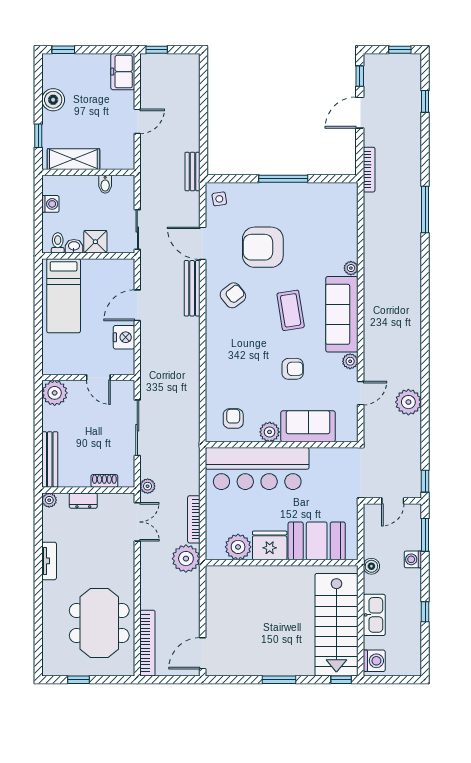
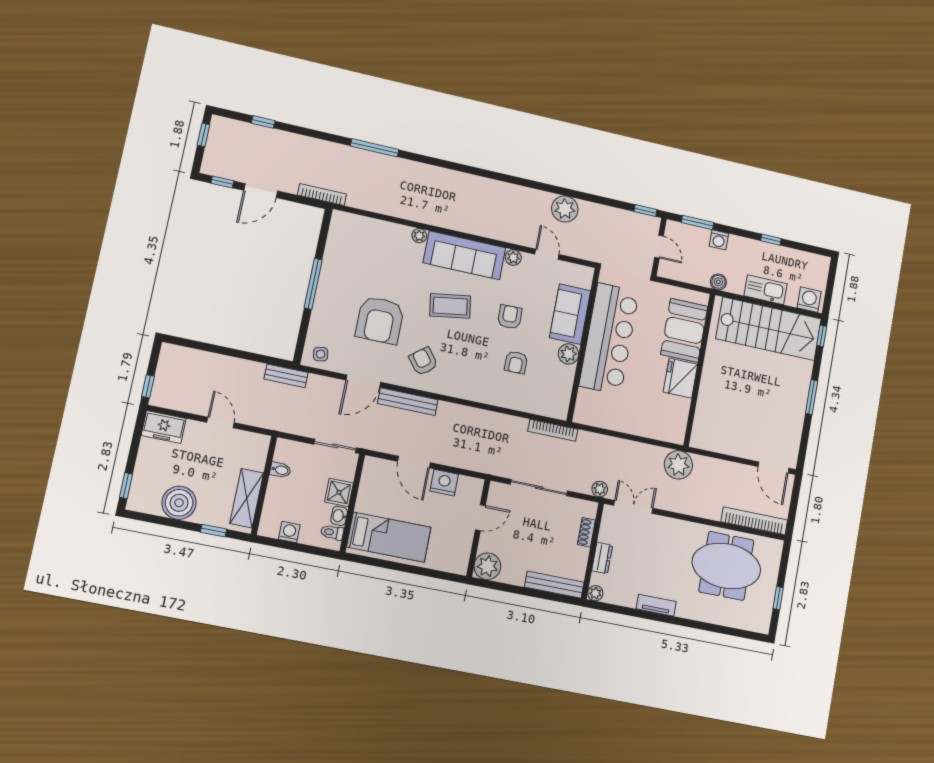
boiler: (53, 100) -> (179, 503), width x1.37, depth x1.37
door: (360, 113) -> (261, 191), hinge flipped
armchair: (233, 419) -> (516, 362), moved, turned -90
bar counter: (257, 469) -> (609, 339), moved
bookcase: (194, 519) -> (553, 430), moved
plant: (238, 547) -> (676, 410), removed

